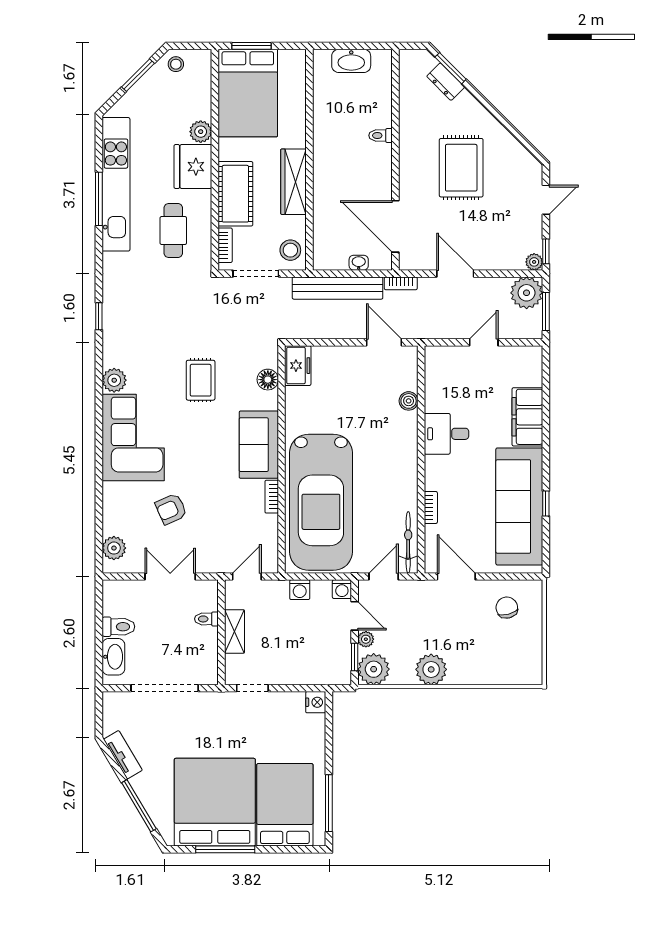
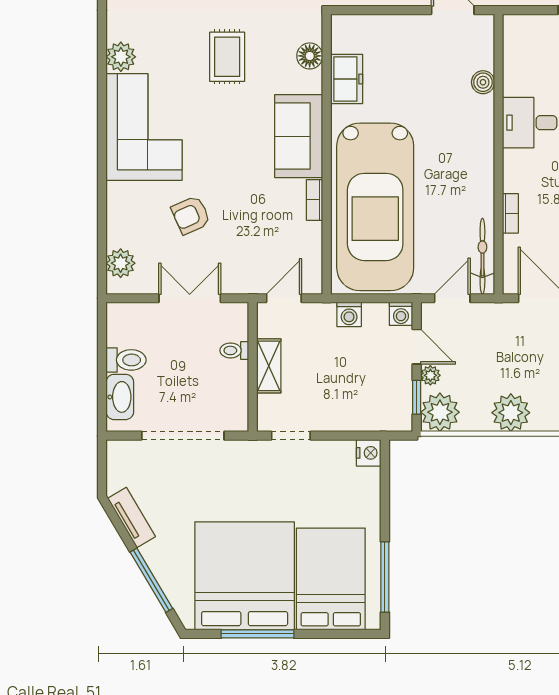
freezer: (298, 366) -> (347, 79), moved

